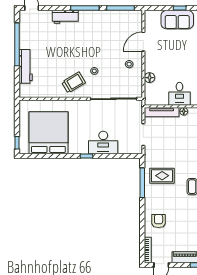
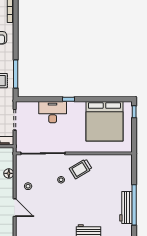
door: (143, 42) -> (15, 208), hinge flipped
workbench: (26, 66) -> (126, 207), moved

